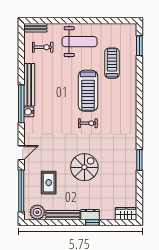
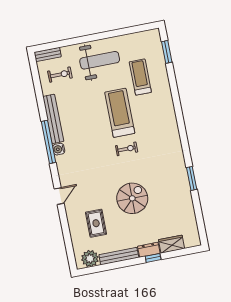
treadmill: (88, 91) -> (120, 113), turned 180
window: (21, 191) -> (67, 238), removed
wardrobe: (126, 214) -> (172, 244), moved

